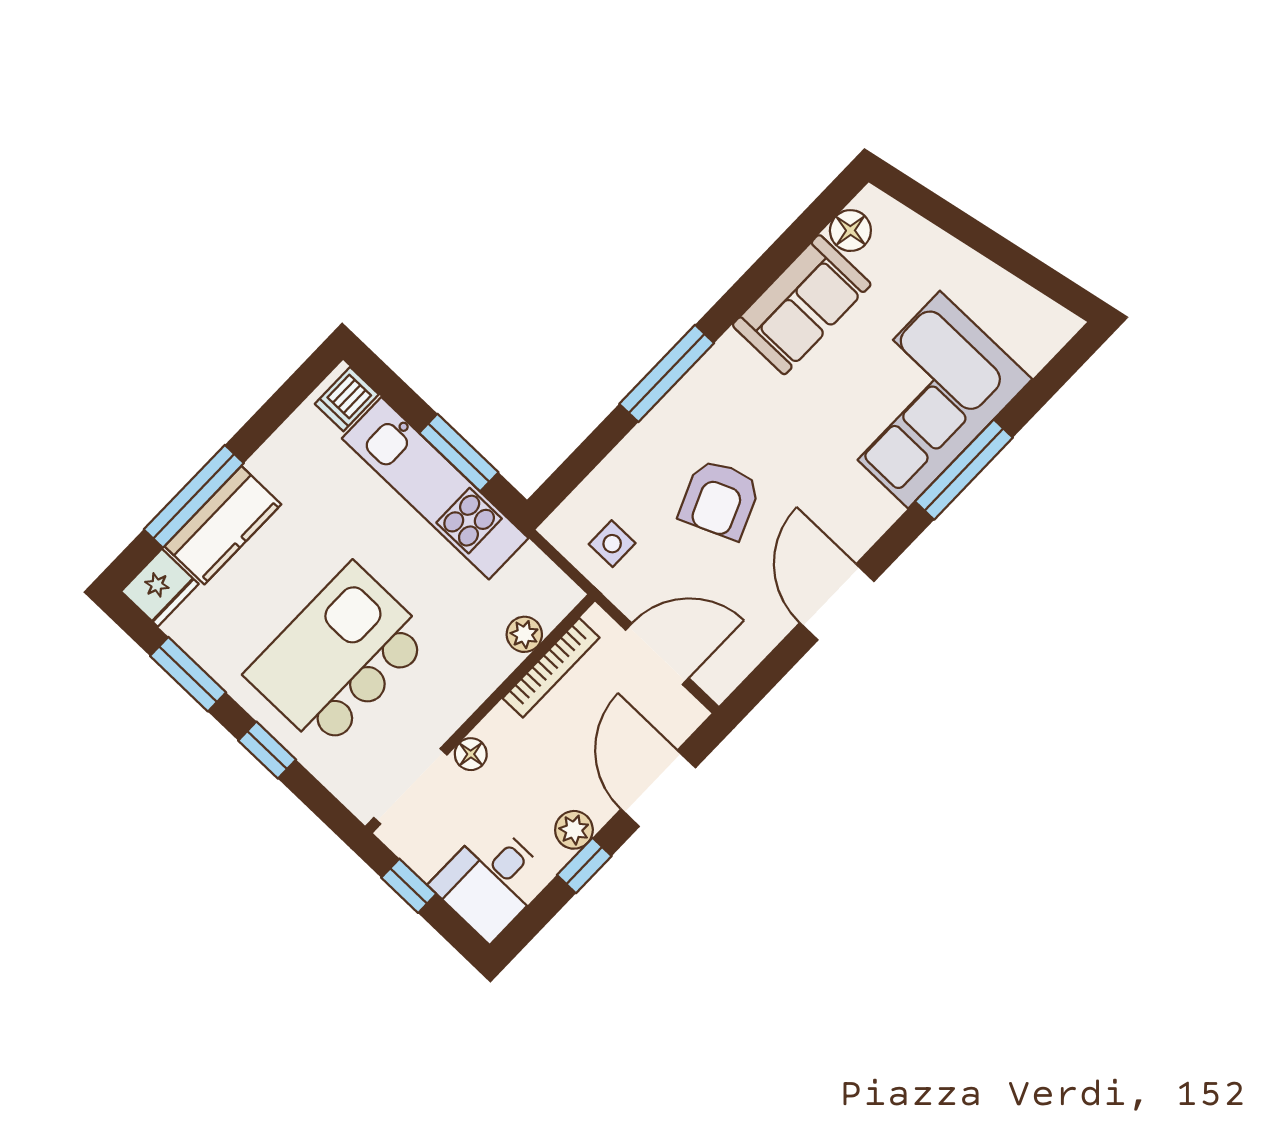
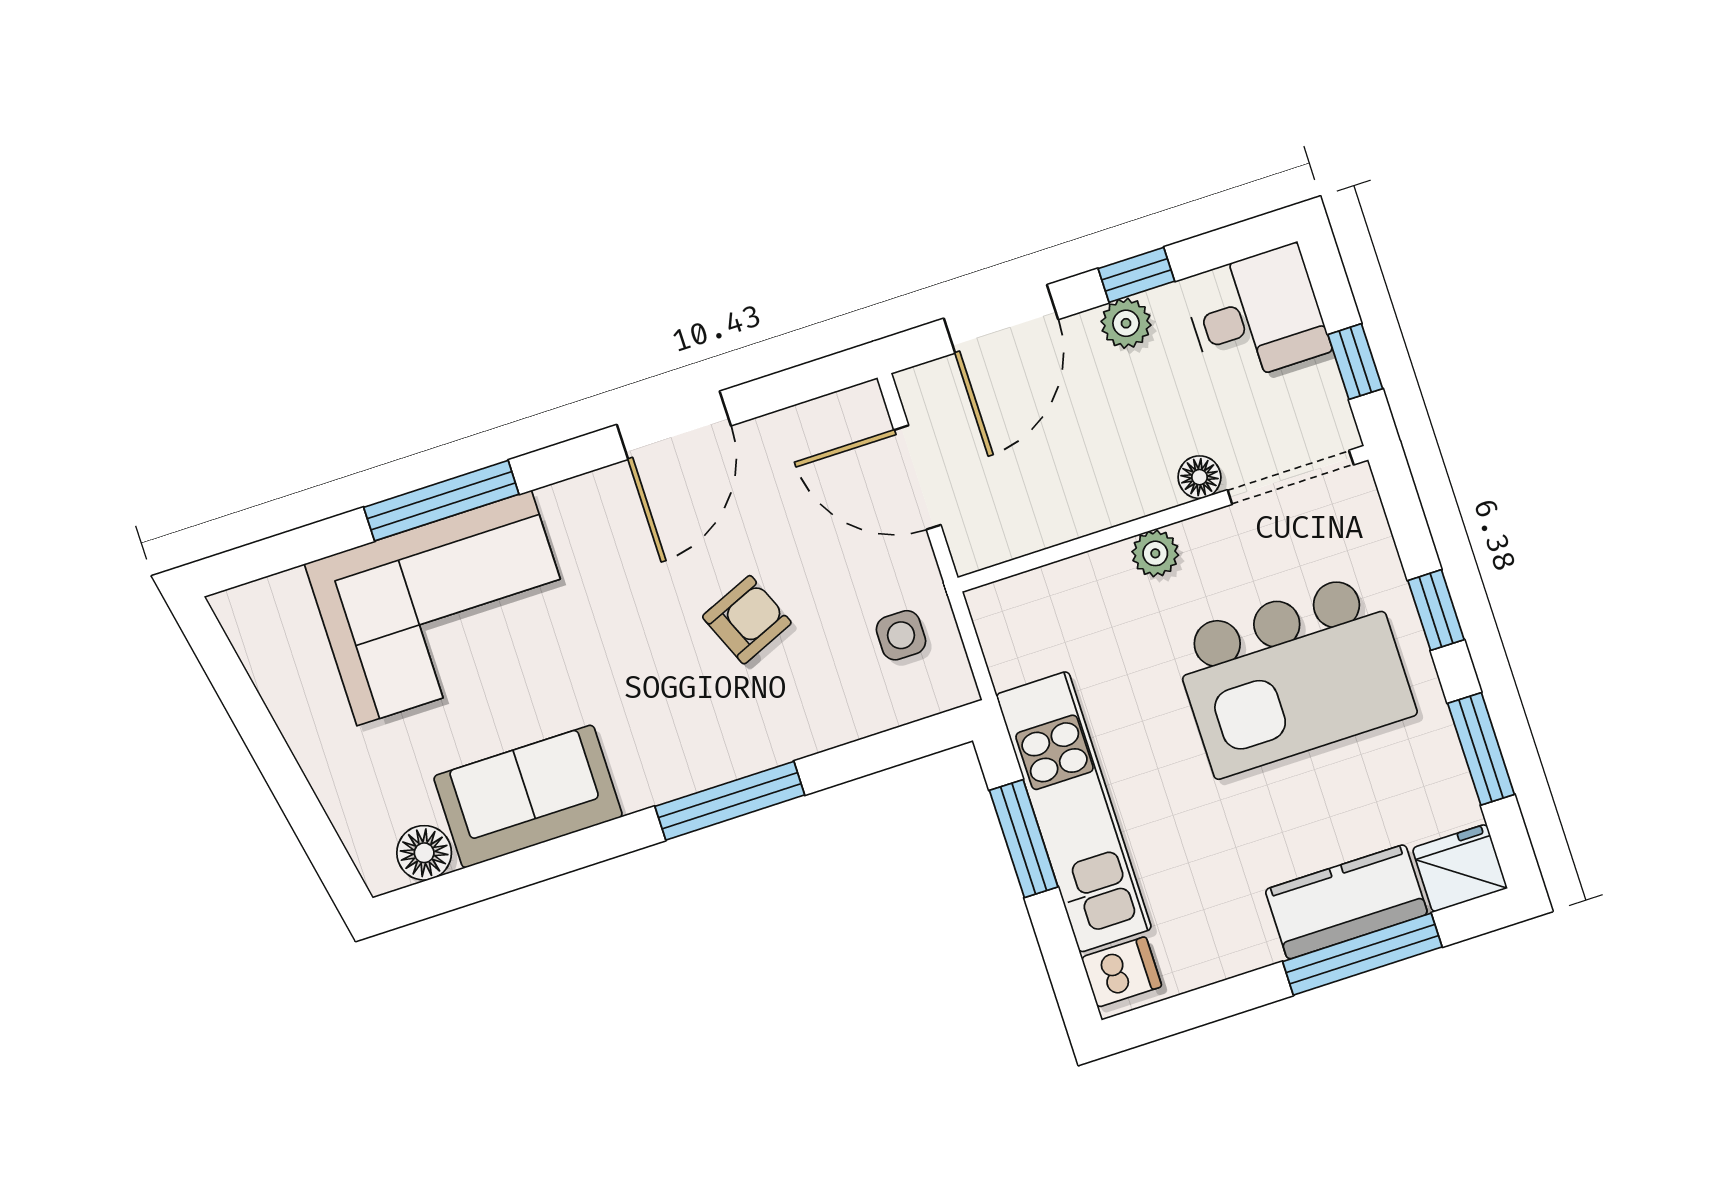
armchair: (720, 499) -> (747, 620), width x0.72, depth x0.72
plant: (524, 634) -> (1155, 553), moved
bookcase: (551, 668) -> (1051, 528), removed

